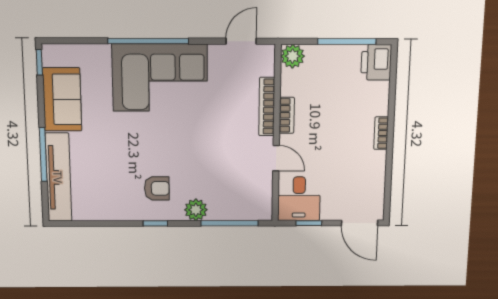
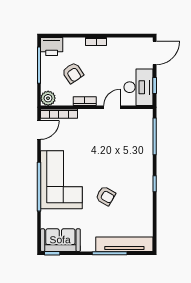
door: (241, 41) -> (39, 130), swing flipped
armchair: (332, 96) -> (73, 73), added
sofa: (62, 99) -> (60, 240), moved
bookcase: (267, 107) -> (59, 114), moved
armchair: (157, 188) -> (106, 196), moved, turned 120
desk: (299, 199) -> (139, 87), width x1.37
plant: (196, 210) -> (146, 158), removed

